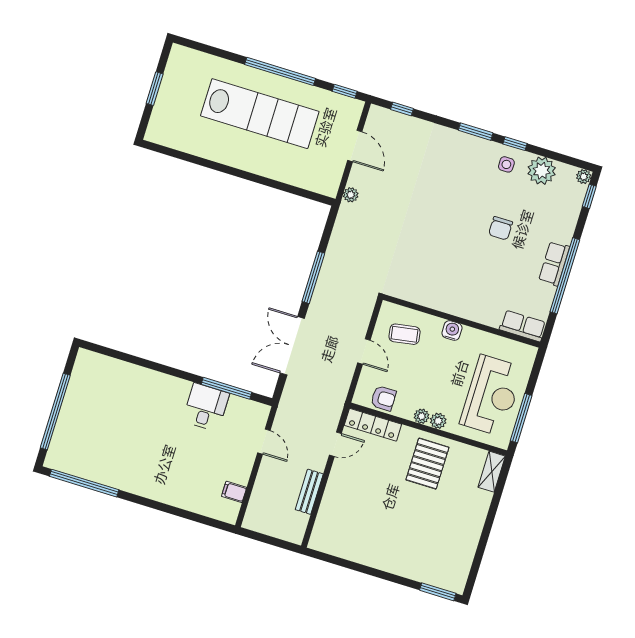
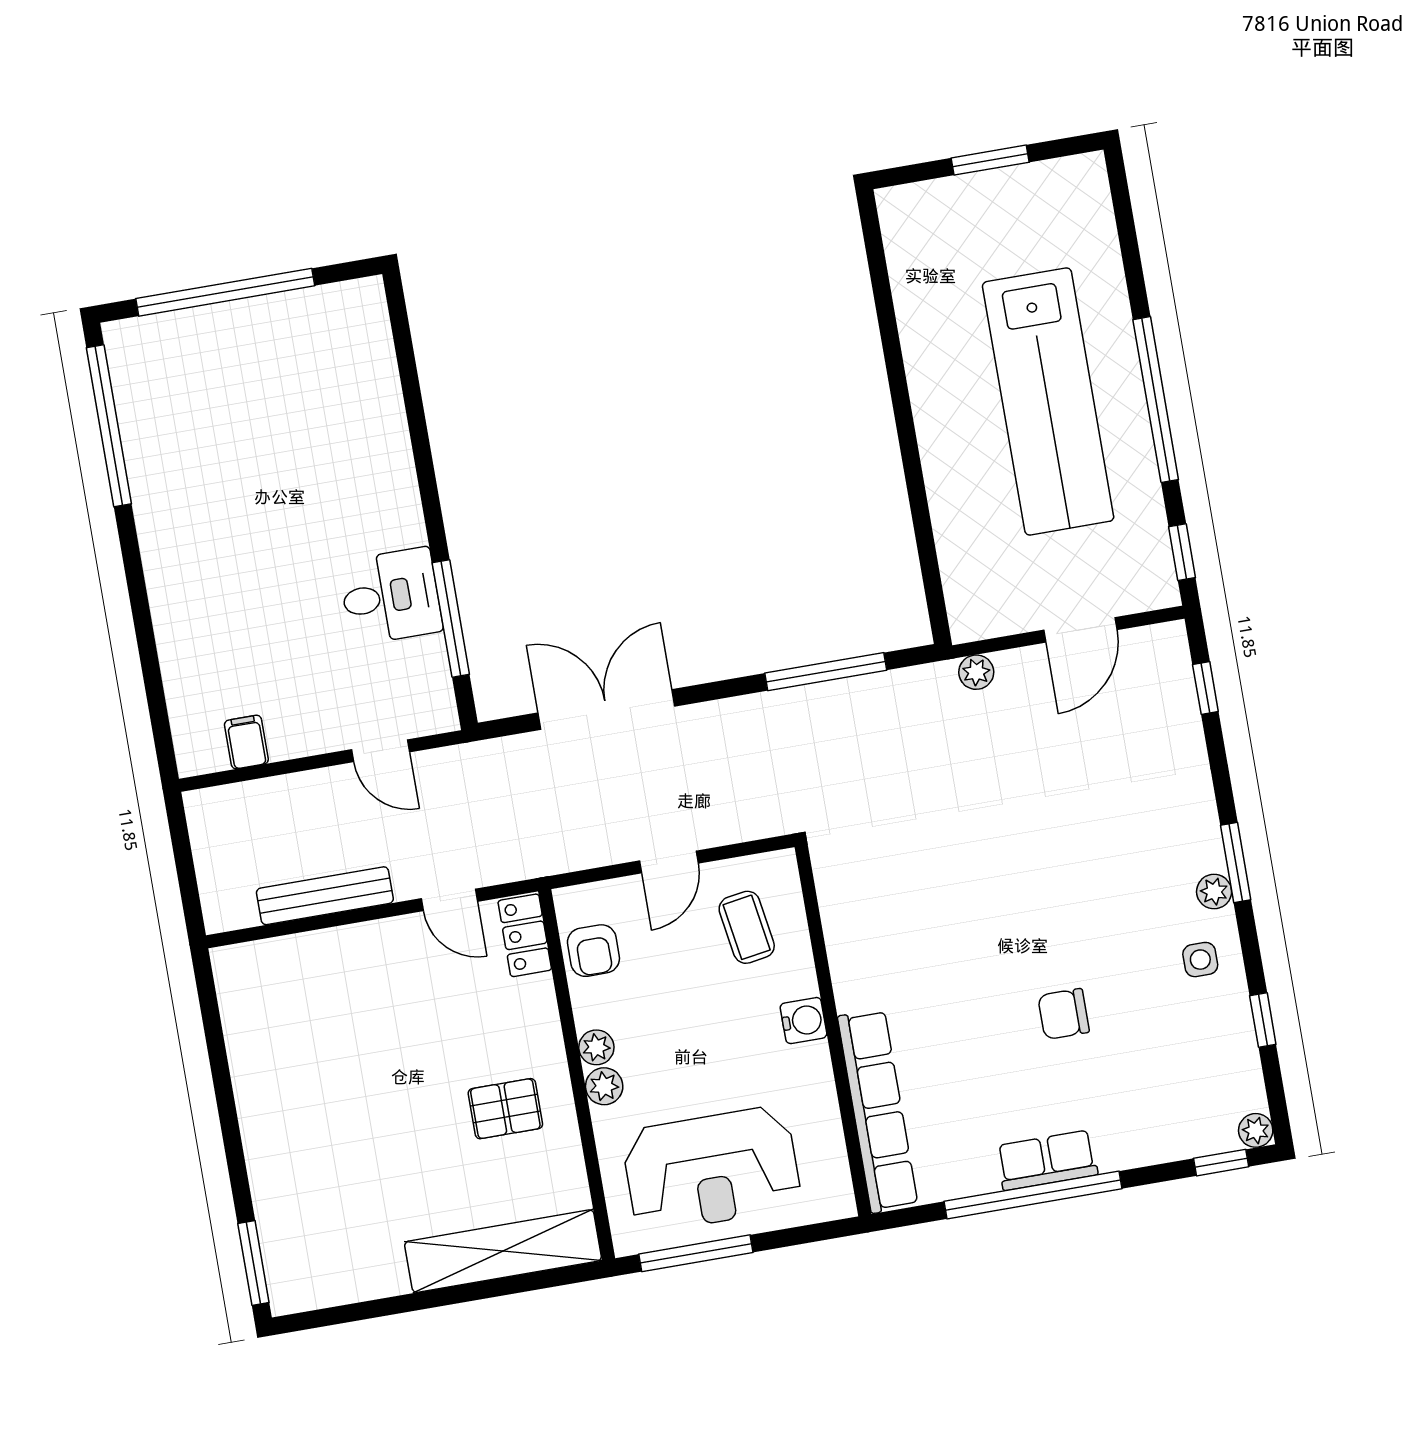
window: (515, 144) -> (1263, 1020), moved
plant: (542, 171) -> (1214, 892), moved, width x0.53, depth x0.53
window: (313, 277) -> (826, 672), moved
row of seats: (523, 326) -> (878, 1111), width x2.02
locker: (373, 425) -> (525, 935), width x0.66
door: (264, 442) -> (380, 751), hinge flipped
pallet: (427, 464) -> (505, 1109), width x0.67, depth x0.71
shelving: (492, 472) -> (503, 1251), width x2.20, depth x1.33
bench: (309, 492) -> (325, 896), width x1.36

